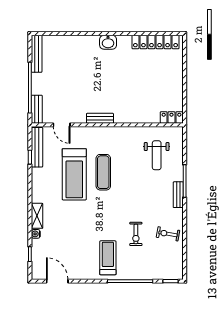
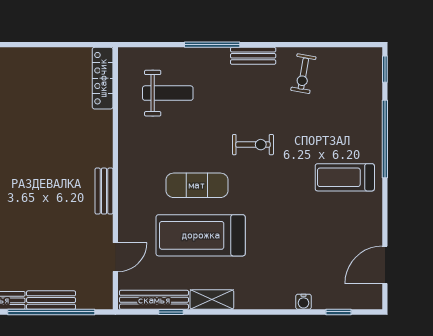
bench: (37, 109) -> (51, 300), moved
locker: (171, 117) -> (103, 78), width x1.53
treadmill: (74, 174) -> (201, 235), turned 180
bench: (178, 195) -> (253, 56), moved
shelving: (37, 216) -> (212, 300), moved
exercise bike: (136, 234) -> (253, 145), moved

